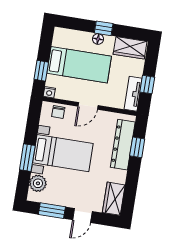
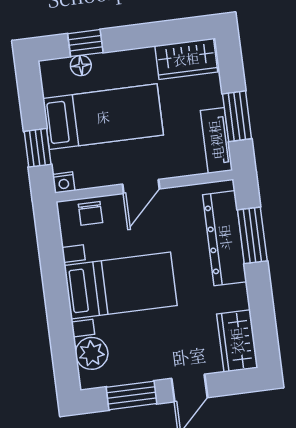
window: (104, 28) -> (85, 43), moved
floor lamp: (98, 39) -> (81, 65), moved
window: (147, 85) -> (237, 116), width x1.50
window: (137, 147) -> (252, 235), width x1.50
window: (27, 158) -> (59, 313), removed

